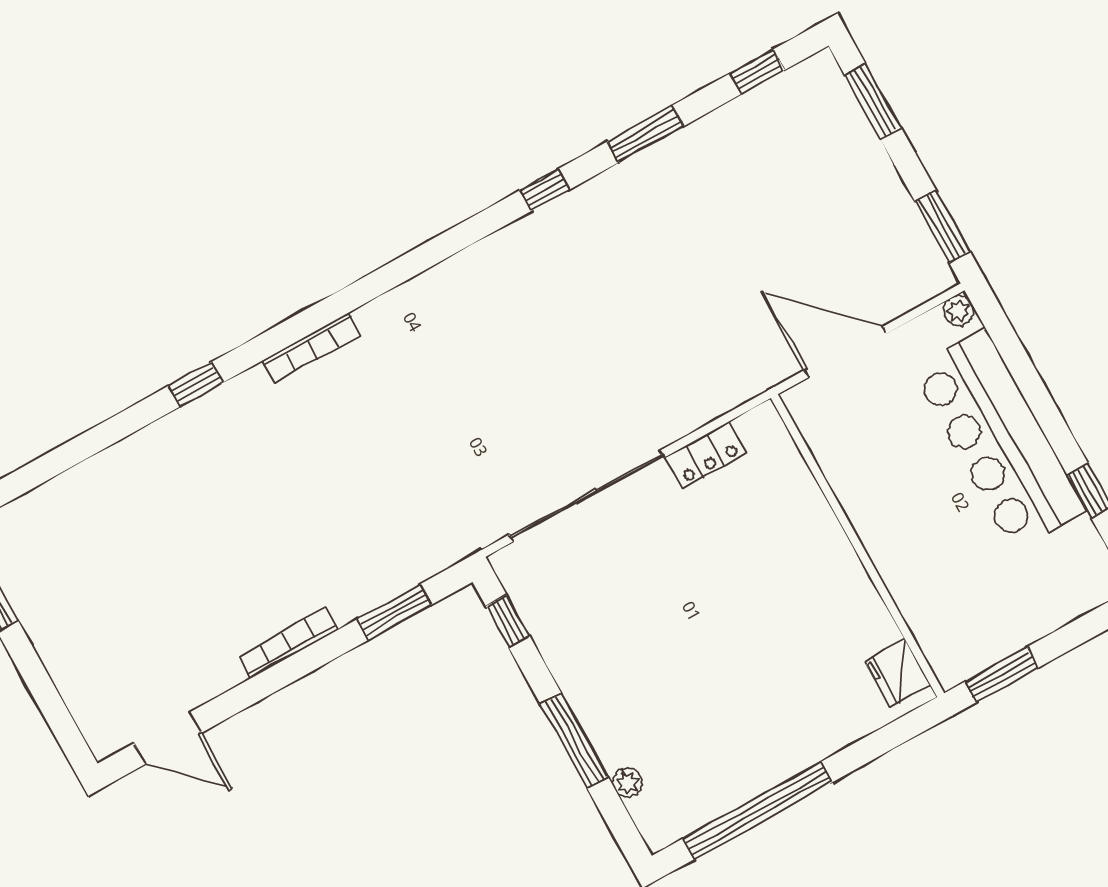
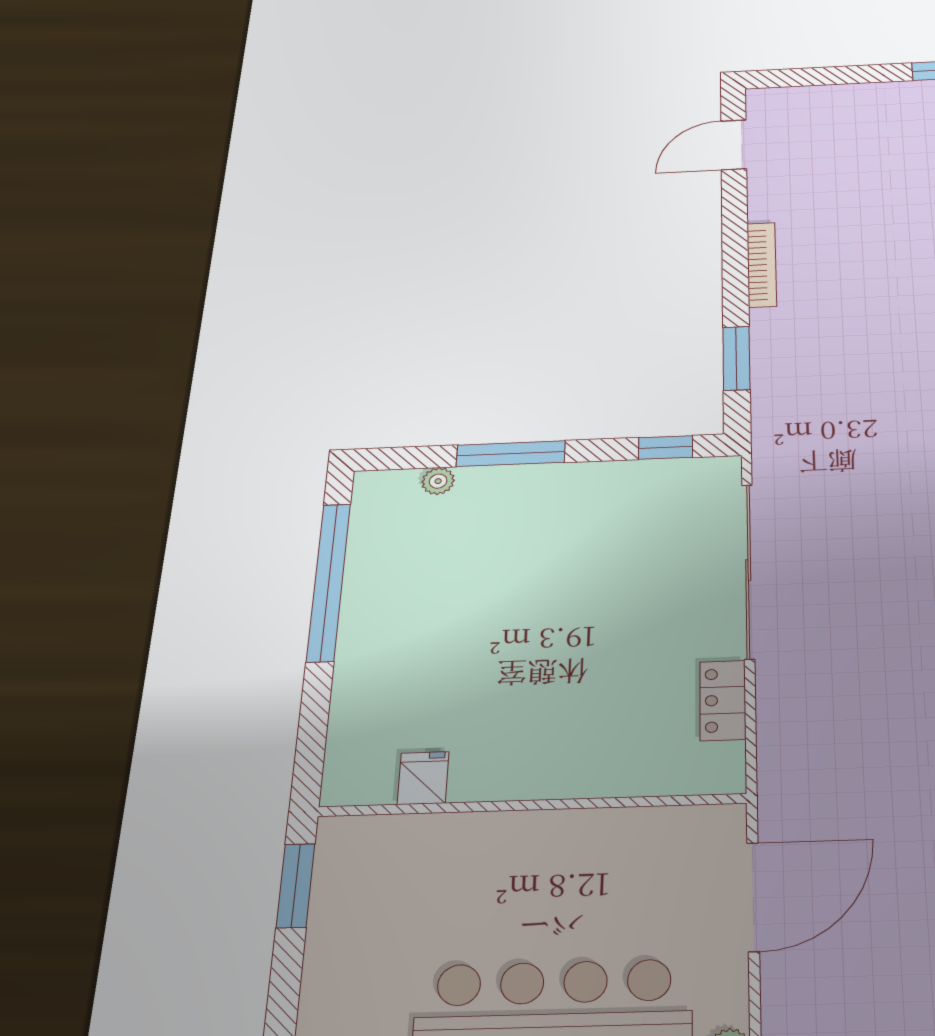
fridge: (898, 673) -> (423, 778), moved, width x0.72

